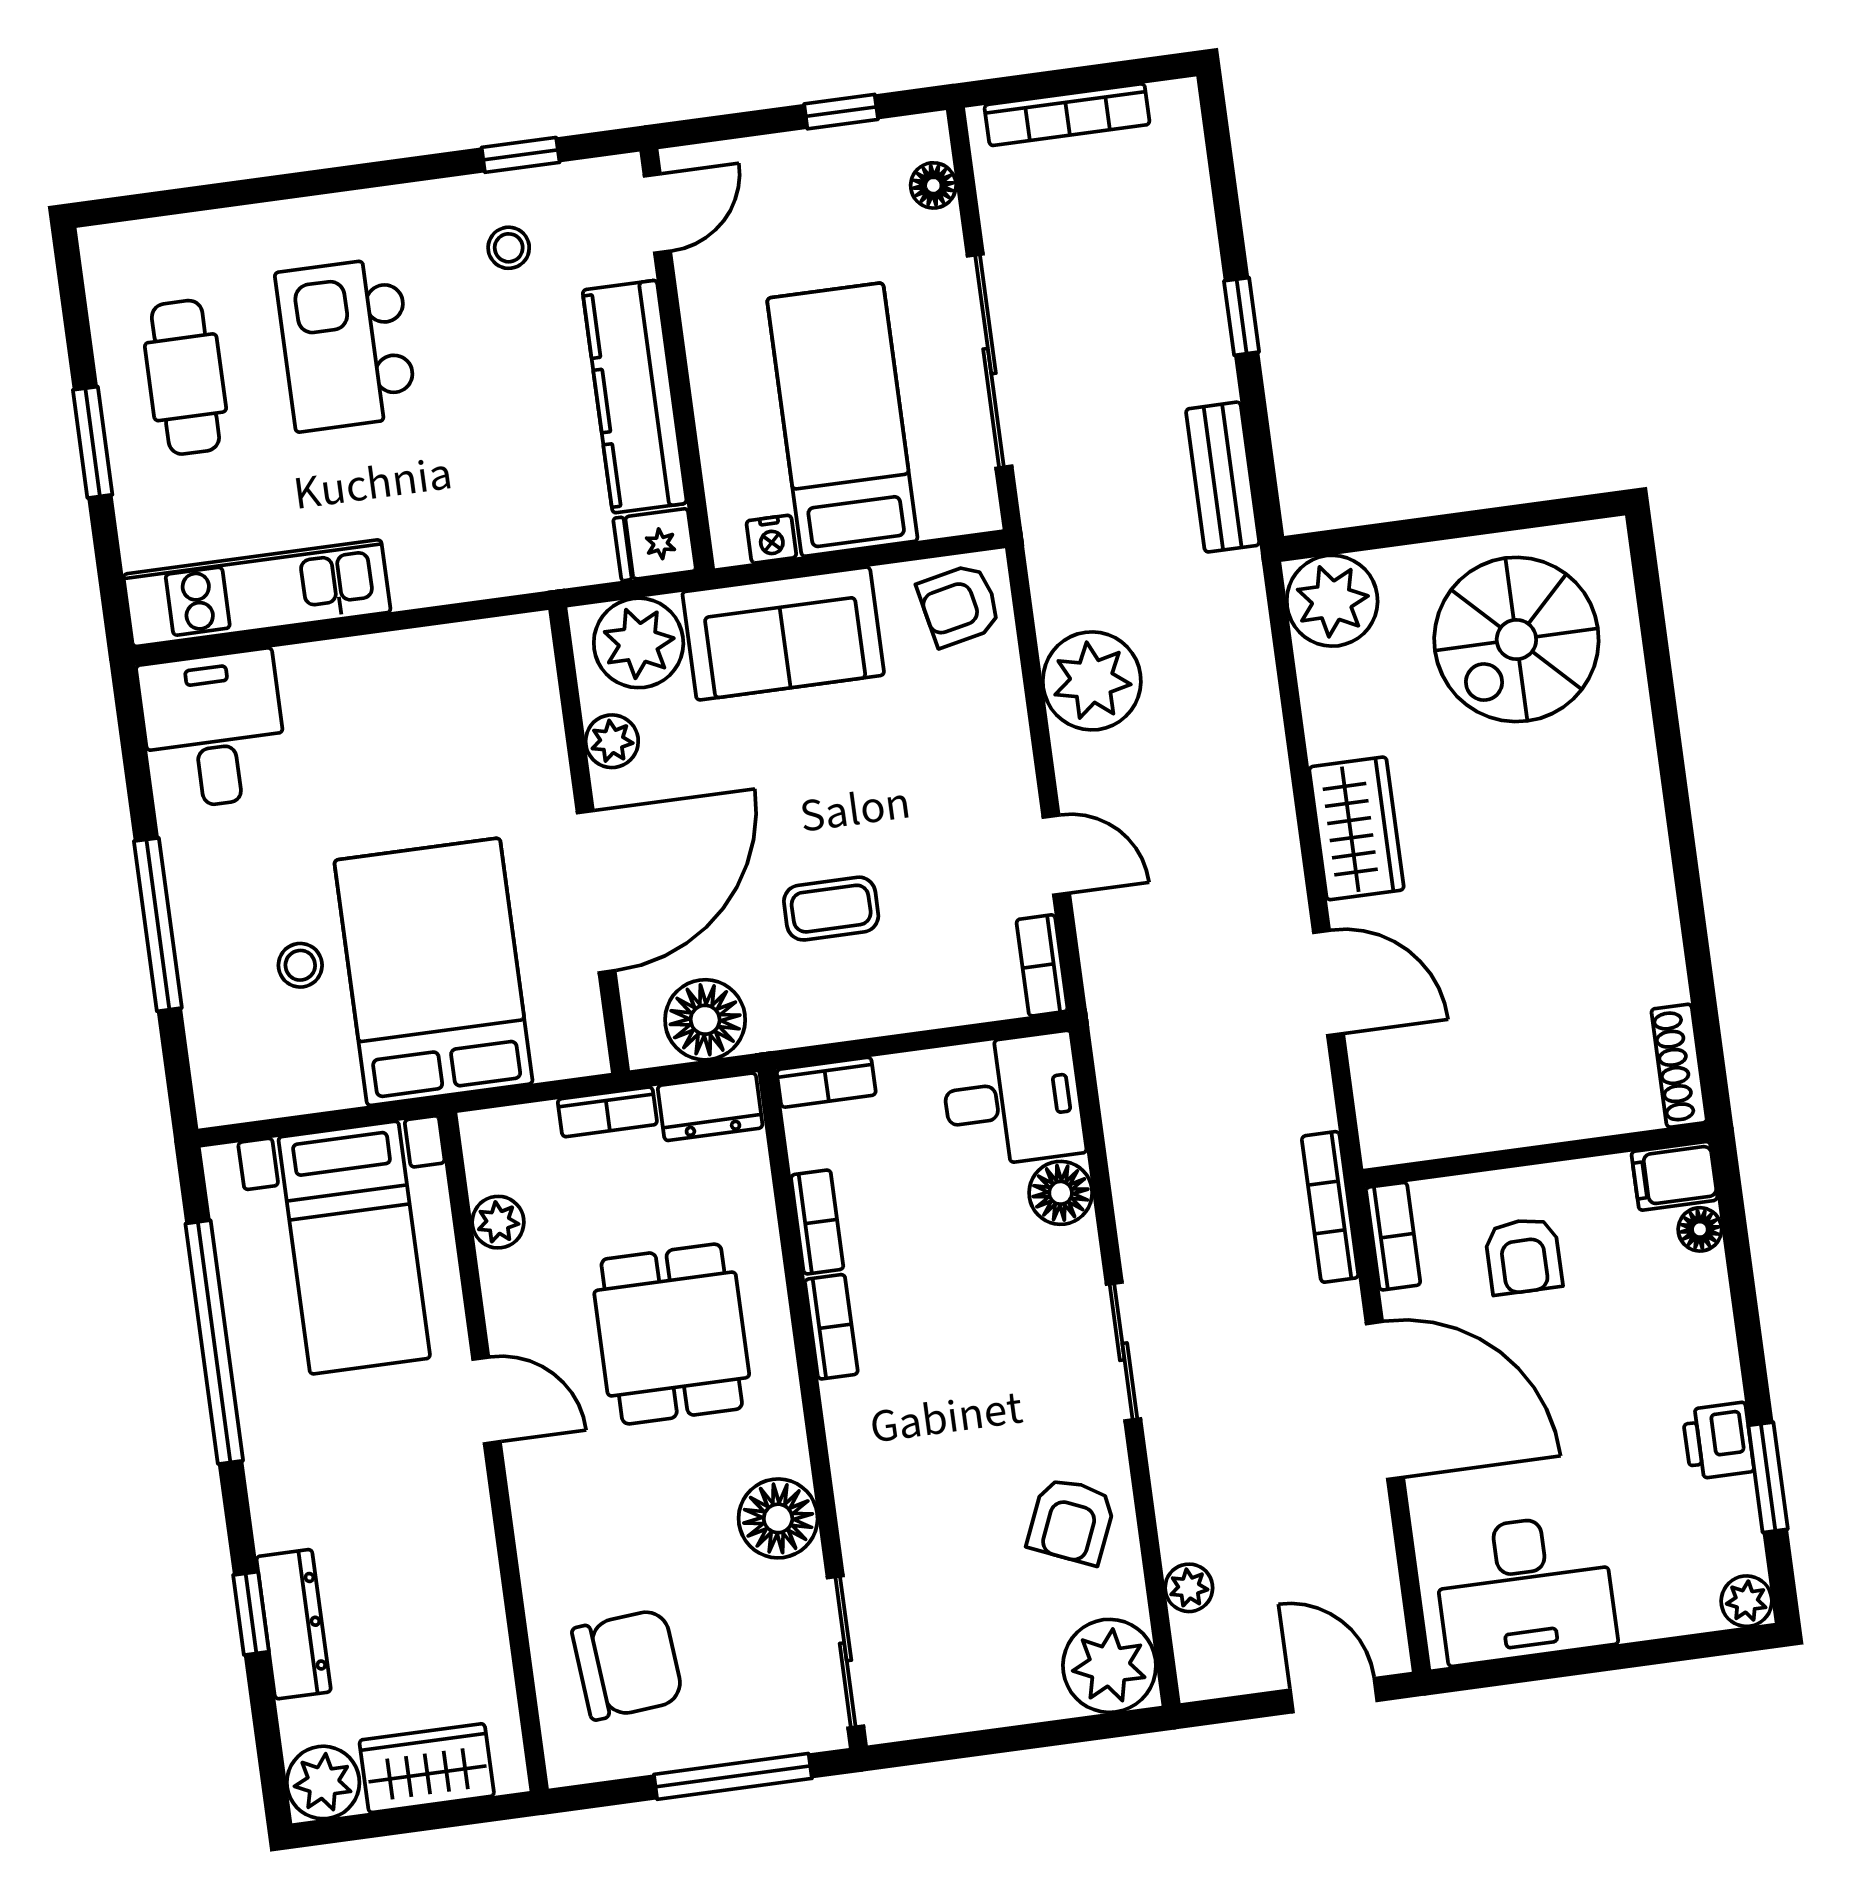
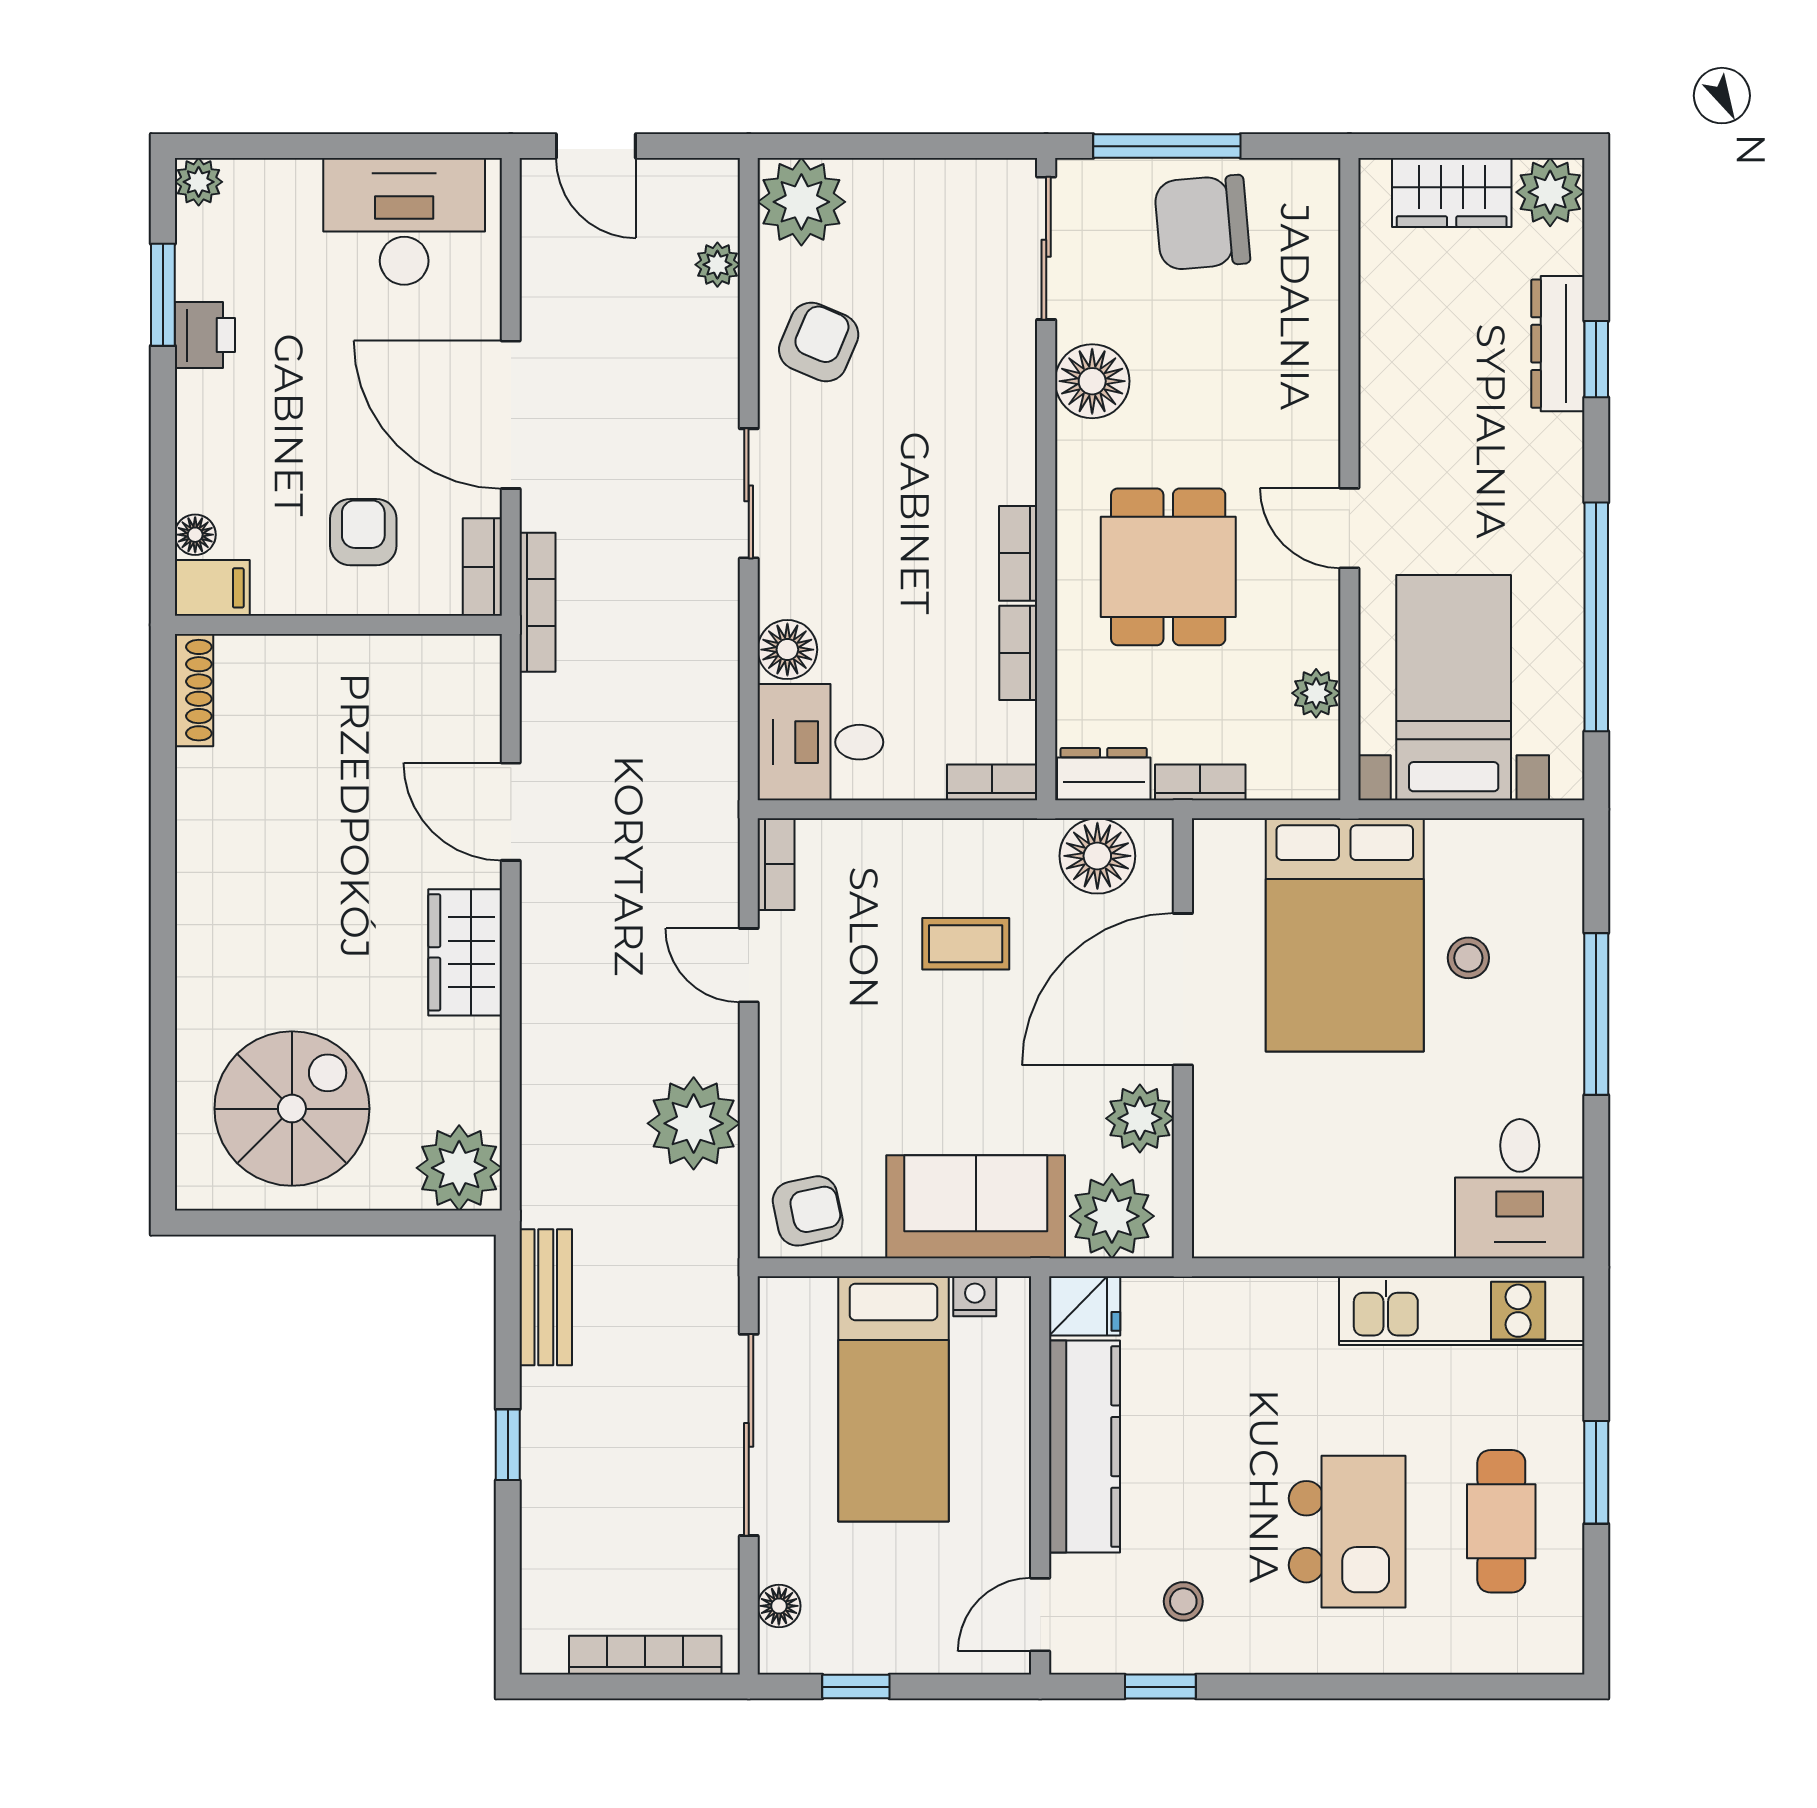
plant: (612, 741) -> (1140, 1118), width x1.38, depth x1.38
chair: (628, 1664) -> (1202, 223), moved

